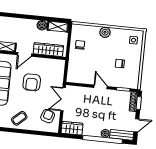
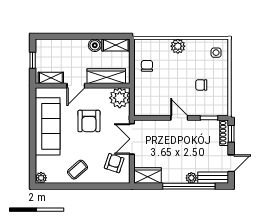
plant: (57, 67) -> (120, 98), added

